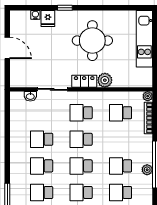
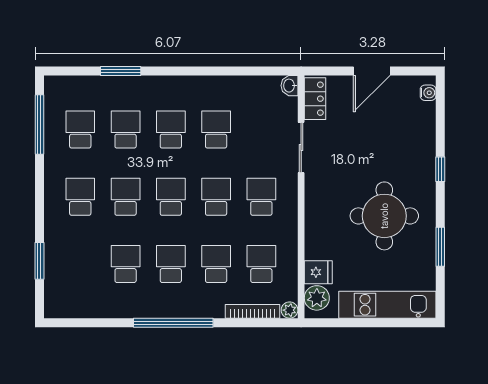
window: (110, 8) -> (440, 247), added
water cooler: (35, 15) -> (428, 93), moved
fridge: (48, 18) -> (318, 272), moved, turned 180
plant: (105, 80) -> (317, 298), moved
locker: (84, 81) -> (315, 99), moved
washbasin: (30, 96) -> (289, 86), moved
school desk: (121, 139) -> (216, 264), added
plant: (147, 170) -> (164, 309), removed

